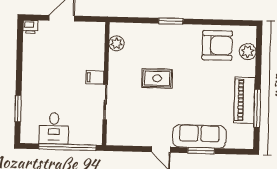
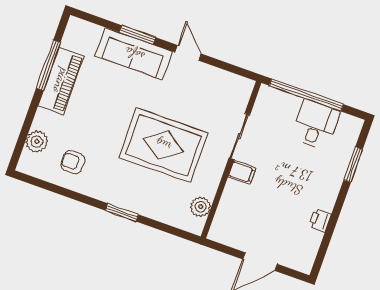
printer: (30, 27) -> (320, 220), moved, turned -90
armchair: (217, 45) -> (73, 162), width x0.53, depth x0.53
rug: (157, 78) -> (163, 145), width x1.86, depth x2.06

